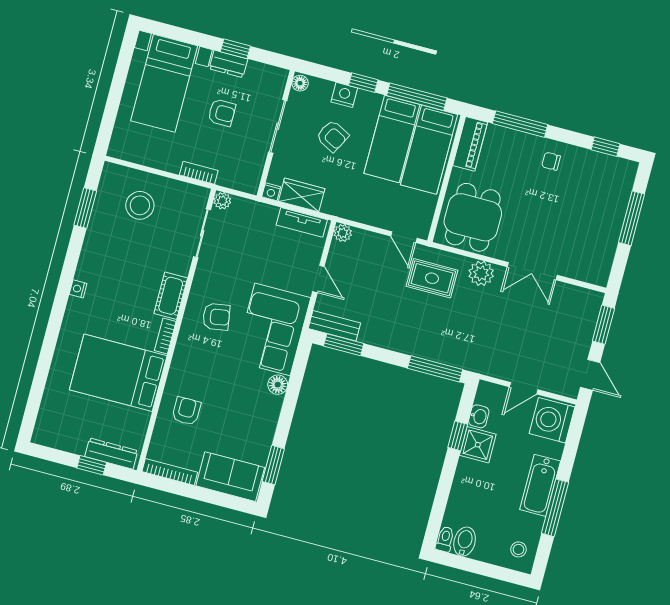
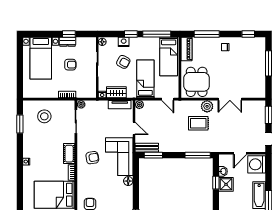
bed: (392, 139) -> (145, 79), moved, turned 180
rug: (432, 278) -> (198, 123), moved

